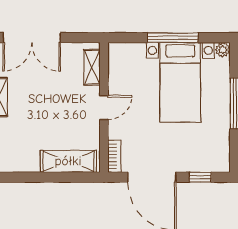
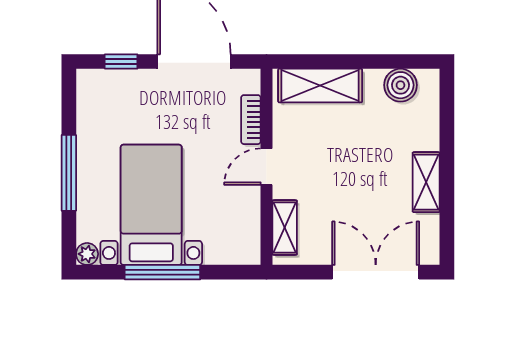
bookcase: (114, 156) -> (251, 120), moved
boiler: (15, 161) -> (400, 85), added

